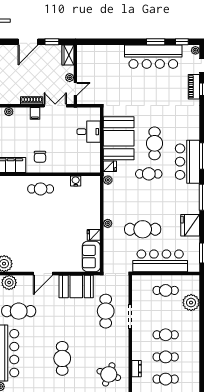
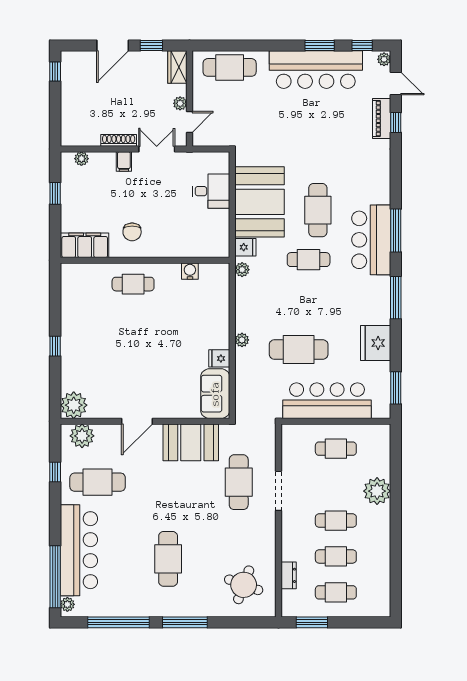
cafe table: (100, 55) -> (230, 67), added
plant: (191, 303) -> (377, 491), moved

